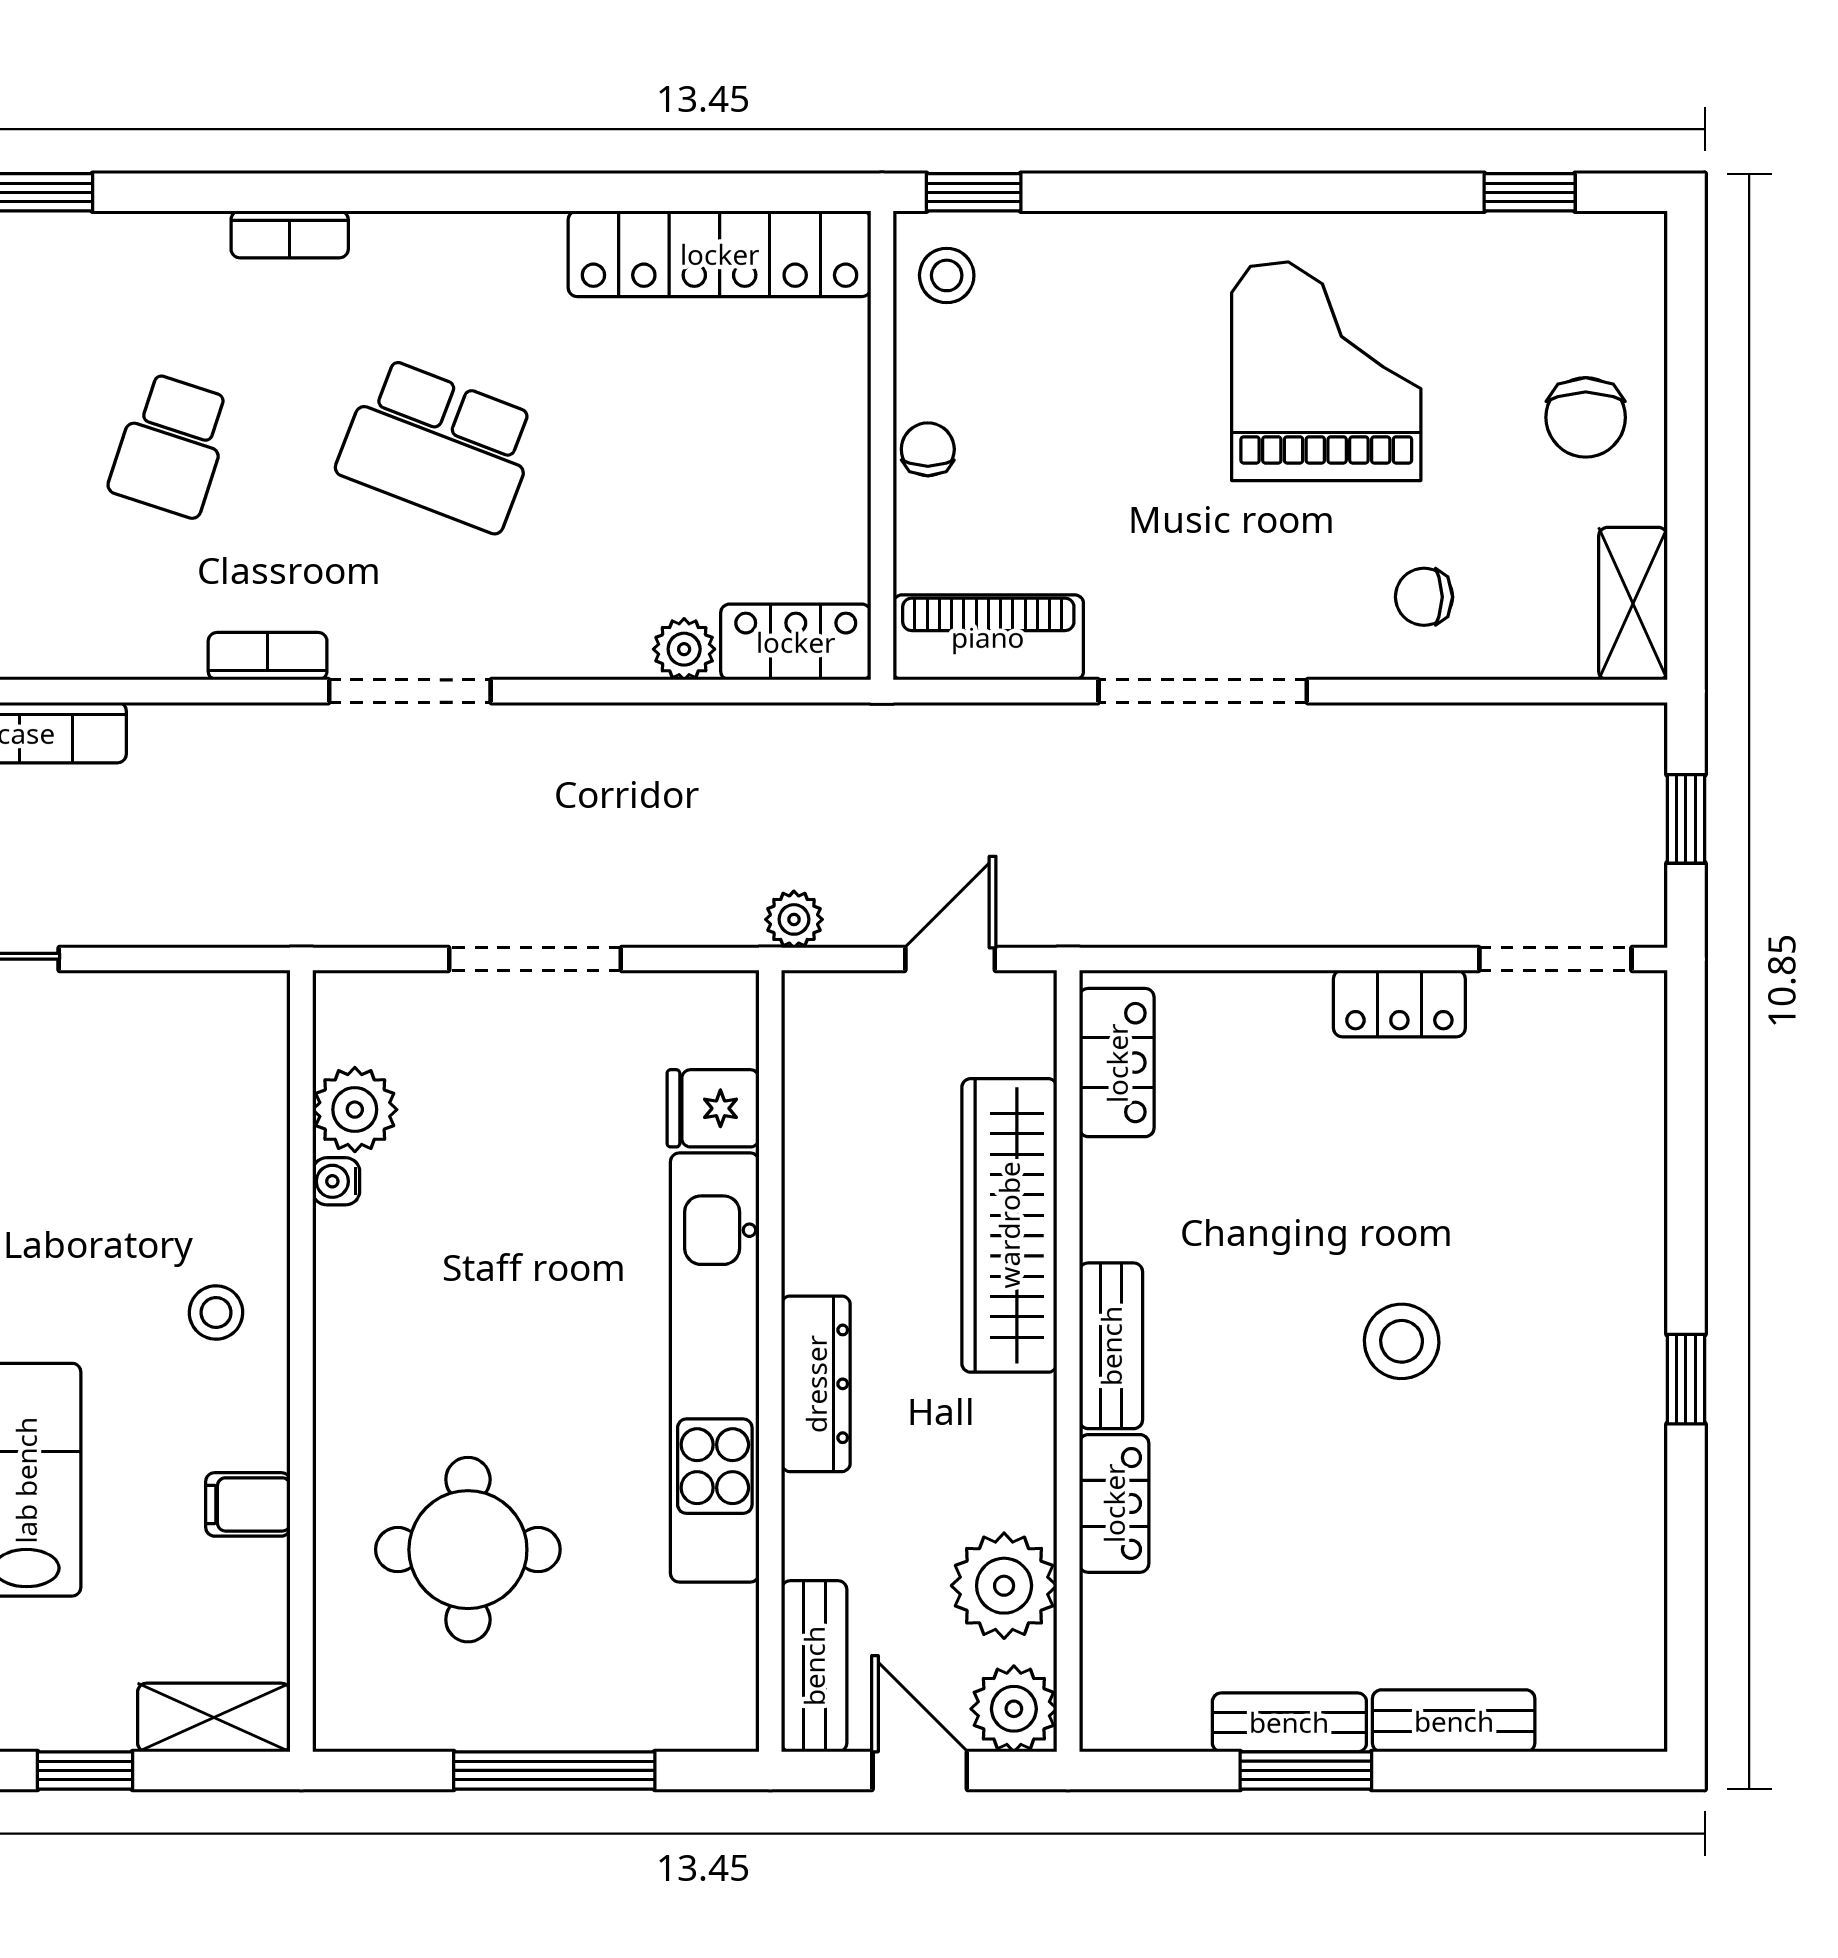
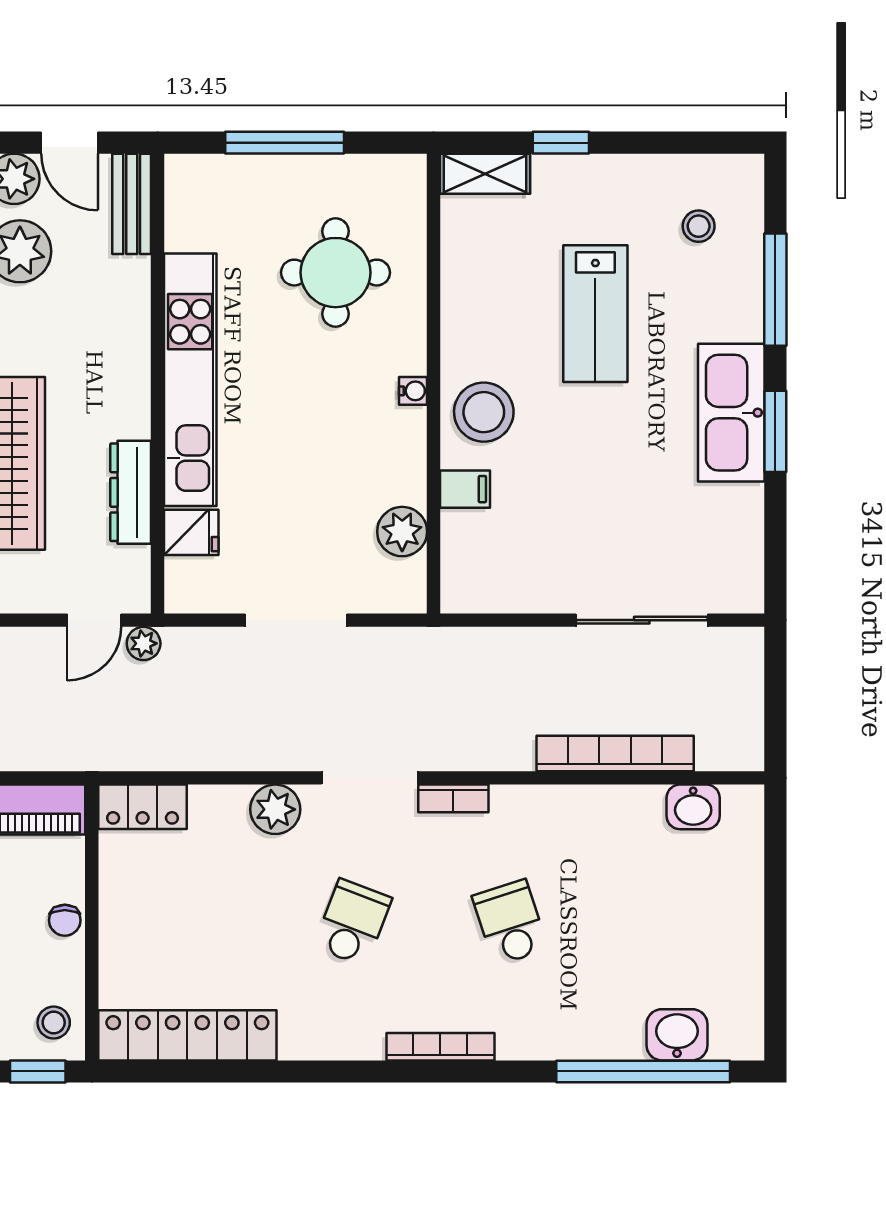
bookcase: (290, 234) -> (440, 1047), width x1.56
school desk: (171, 445) -> (510, 922), turned -36
school desk: (439, 445) -> (353, 922), width x0.54
plant: (684, 649) -> (275, 809), moved, width x1.38, depth x1.38
door: (950, 959) -> (94, 620), moved
water cooler: (336, 1181) -> (413, 391), moved
stool: (216, 1312) -> (484, 412), width x1.89, depth x1.89
dresser: (816, 1384) -> (131, 492), moved
filing cabinet: (248, 1504) -> (465, 489), moved

